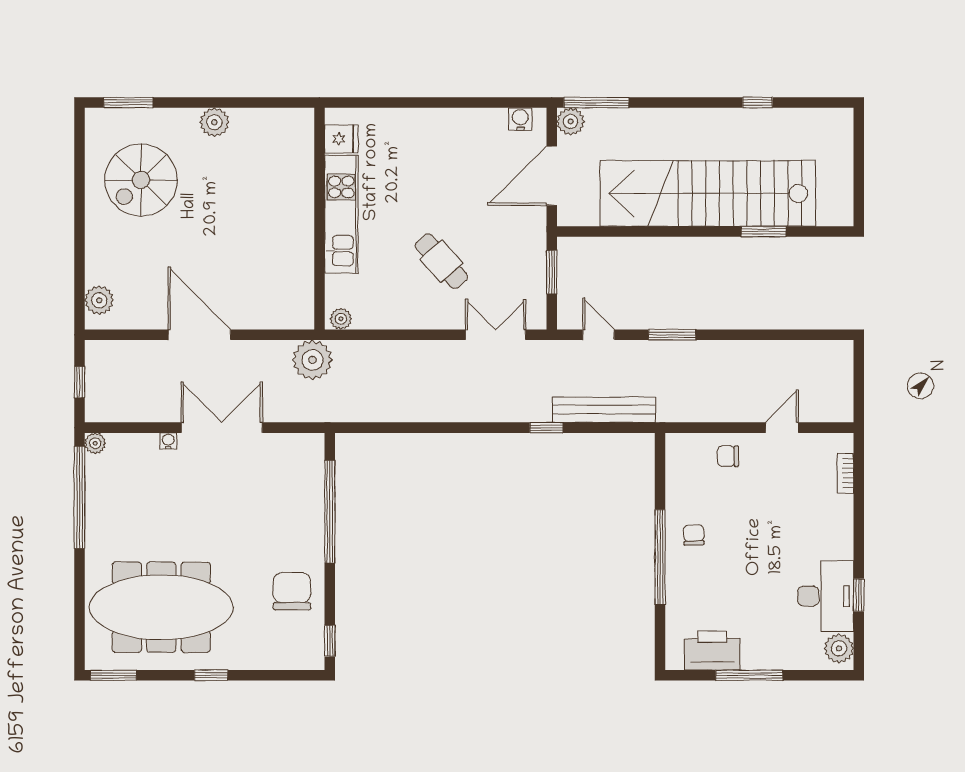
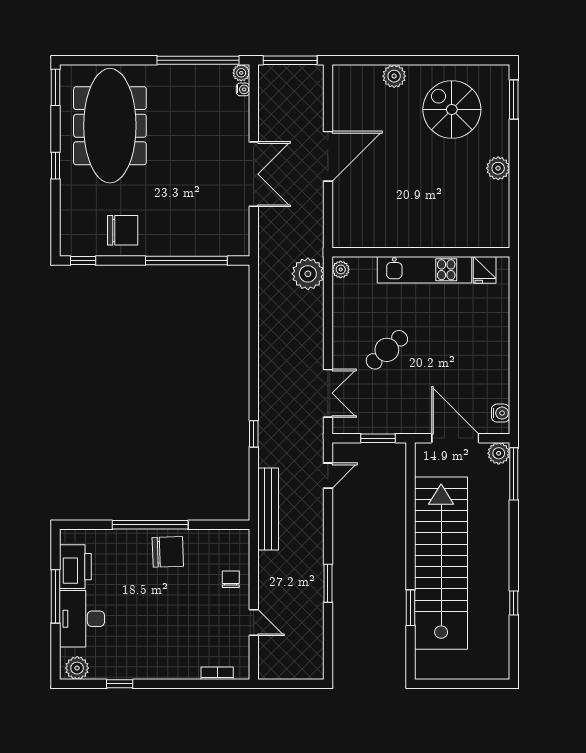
plant: (99, 300) -> (394, 76), moved
window: (672, 335) -> (328, 583), moved
plant: (312, 360) -> (308, 274), moved
window: (80, 382) -> (290, 60), width x2.17
bench: (604, 410) -> (268, 509), moved
water cooler: (168, 441) -> (243, 89), moved
chair: (694, 535) -> (168, 552), width x1.87, depth x1.87
desk: (826, 596) -> (82, 619), moved, turned 90

